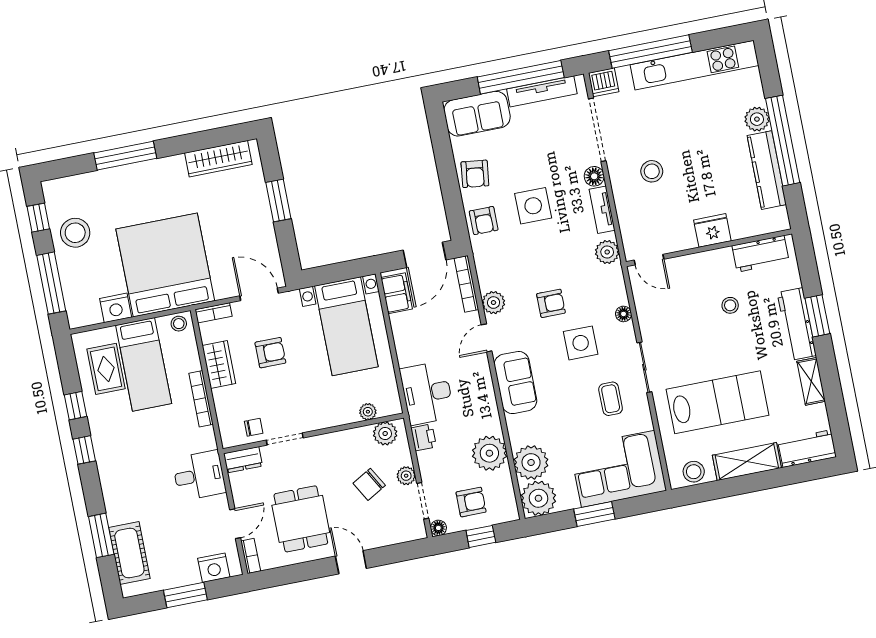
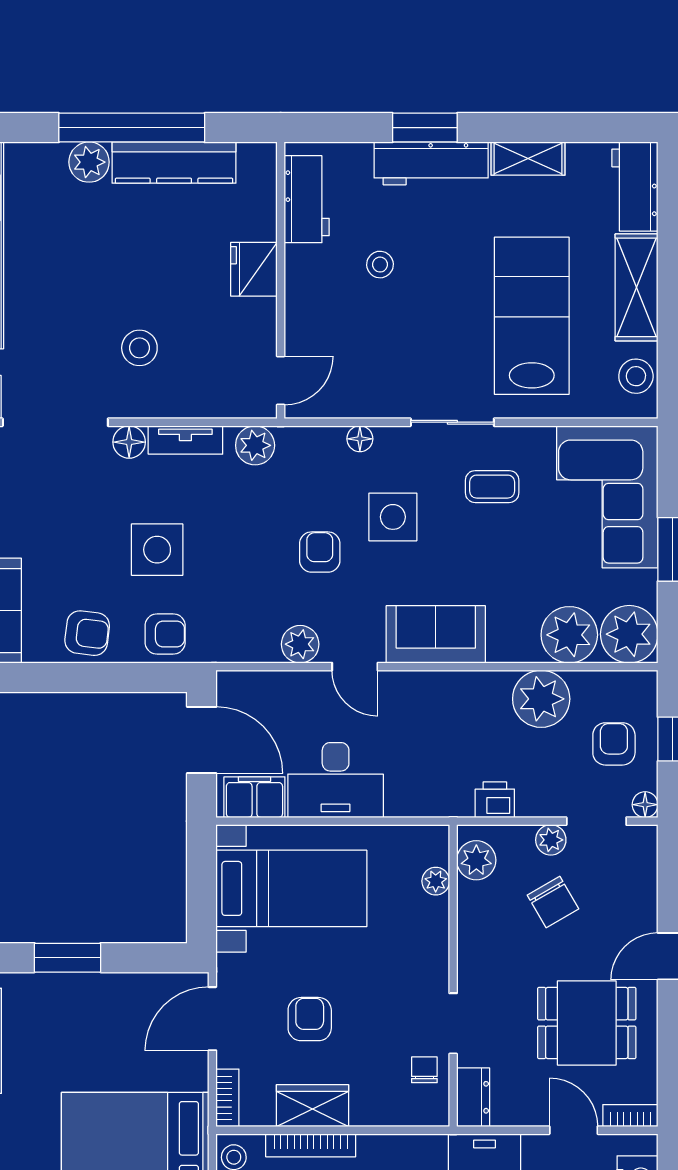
bookcase: (466, 284) -> (261, 682), removed
desk: (427, 393) -> (336, 780), moved
bookcase: (201, 399) -> (311, 1145), moved

